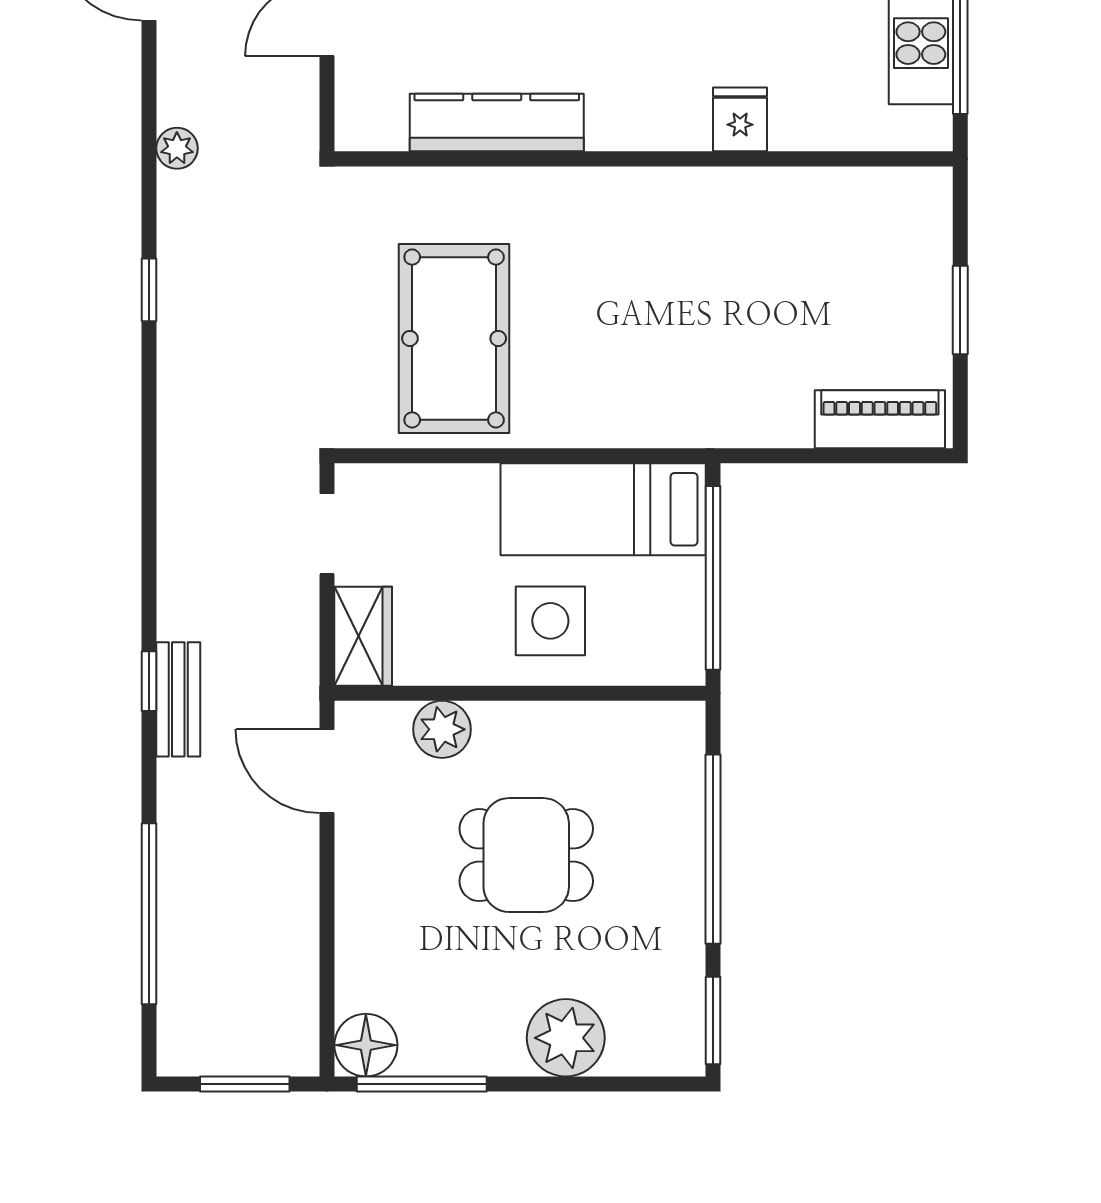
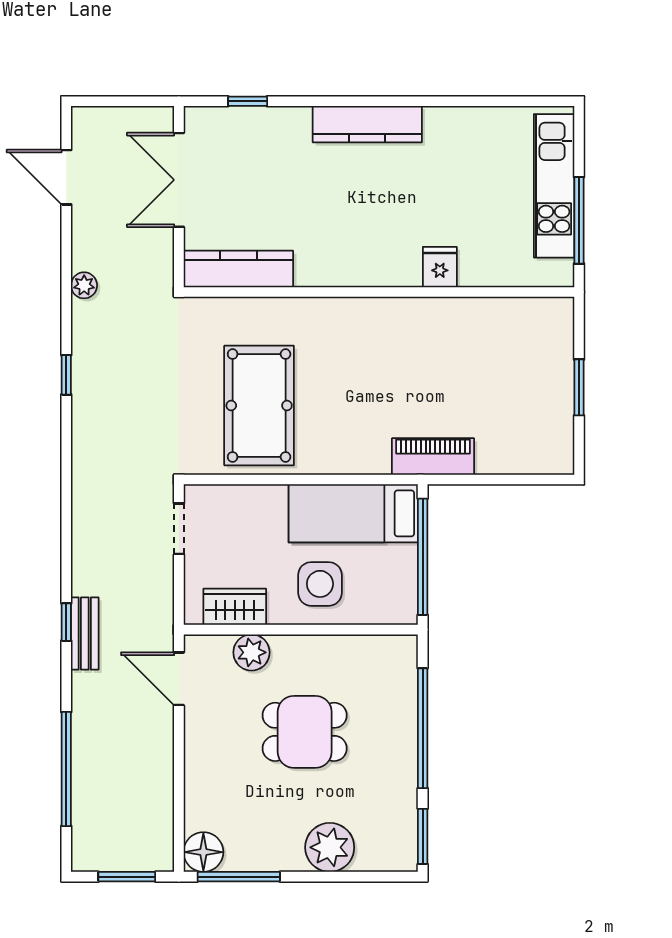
kitchen counter: (497, 122) -> (238, 269), moved
piano: (880, 419) -> (433, 457), moved
wardrobe: (363, 636) -> (235, 607), moved, turned -90

